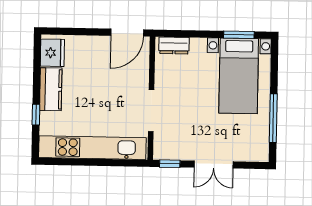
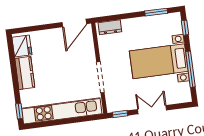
window: (274, 62) -> (185, 28), added
bed with nightstands: (239, 76) -> (159, 61), moved, turned 90
window: (36, 115) -> (19, 111), moved
double door: (214, 165) -> (152, 110), swing flipped

